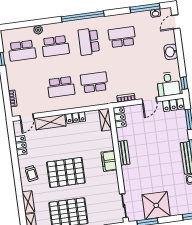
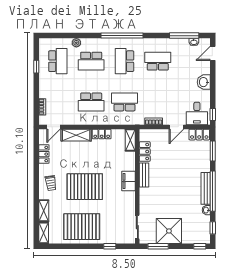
school desk: (22, 51) -> (58, 61), turned -90
locker: (120, 117) -> (145, 152), moved

